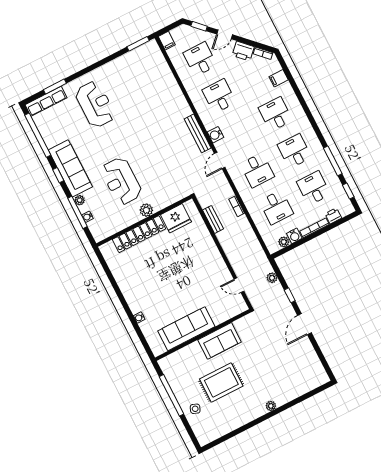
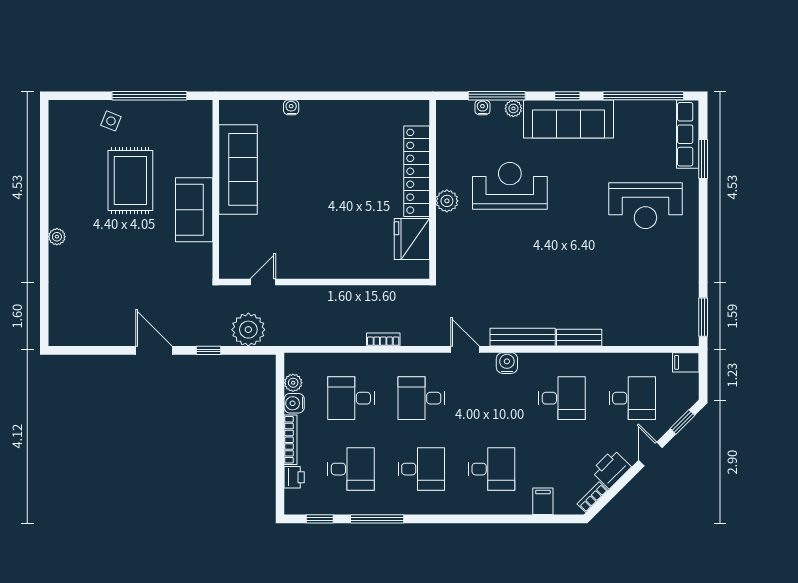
bench: (213, 219) -> (579, 338), moved
plant: (272, 278) -> (248, 330), width x1.88, depth x1.88

